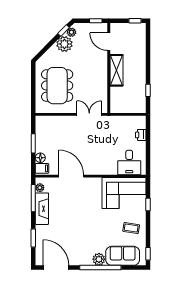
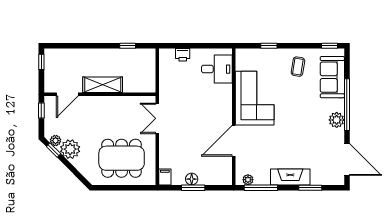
floor lamp: (40, 158) -> (192, 179), moved
filing cabinet: (42, 168) -> (165, 177), moved
corner sofa: (124, 193) -> (255, 98), moved
fireplace: (42, 209) -> (290, 177), moved
plant: (99, 259) -> (337, 120), moved
door: (56, 268) -> (347, 160), swing flipped

